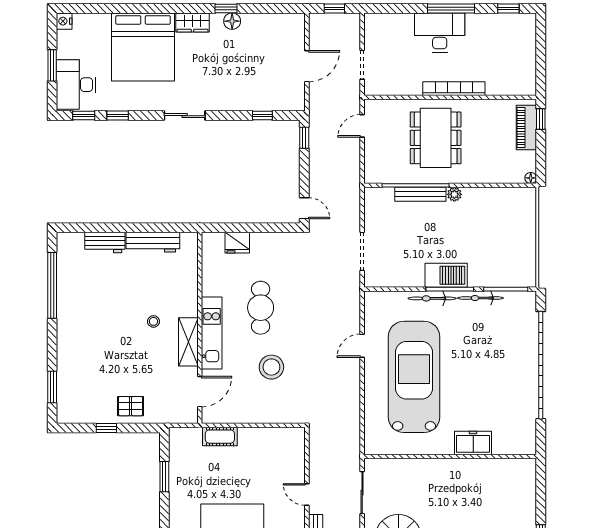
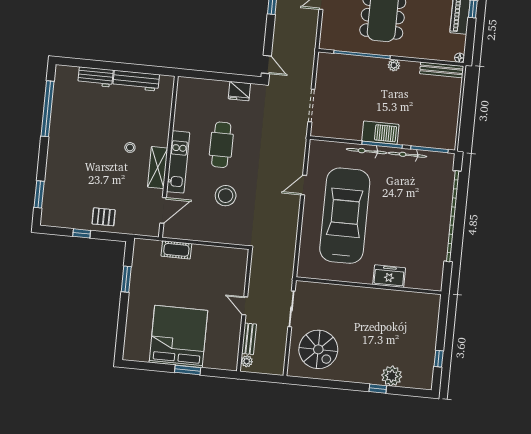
bench: (420, 194) -> (442, 70), moved
fridge: (237, 243) -> (239, 91), moved

